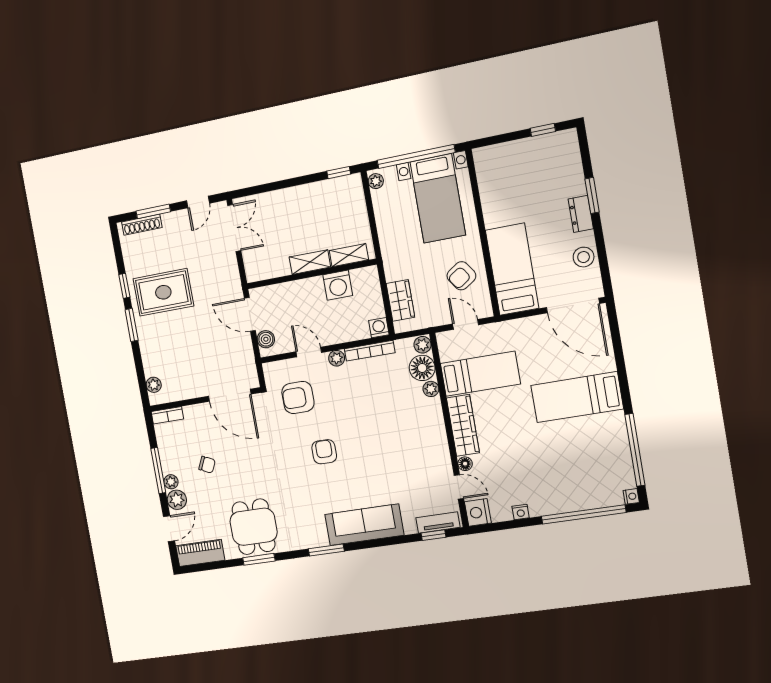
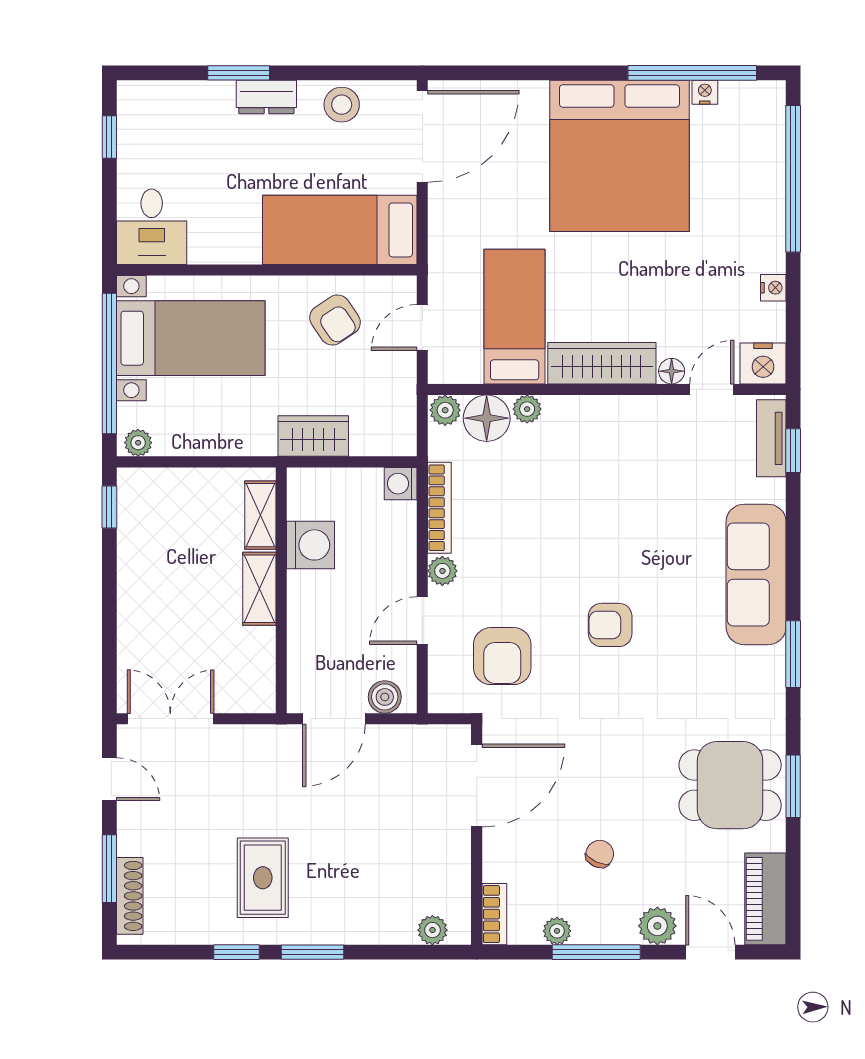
desk: (496, 164) -> (152, 227), added
rug: (163, 292) -> (263, 878), width x0.73, depth x0.70
wardrobe: (400, 300) -> (313, 436), moved
bed: (577, 397) -> (619, 156), width x2.04
plant: (171, 482) -> (557, 931), moved
nightstand: (631, 496) -> (705, 92), moved

